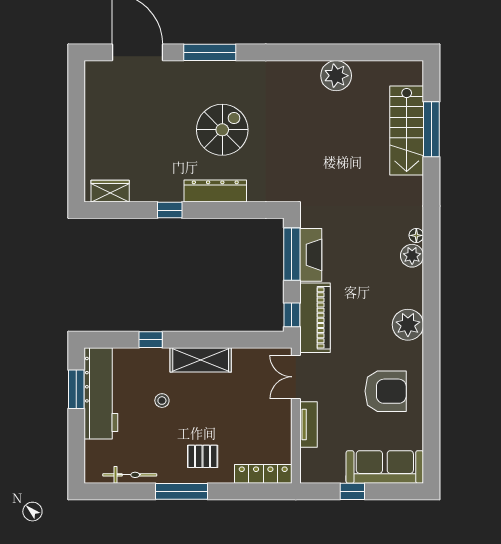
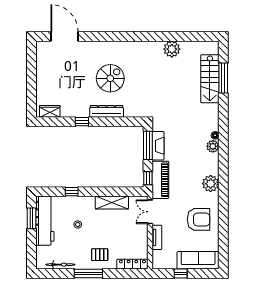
window: (210, 52) -> (104, 36), removed
shelving: (201, 360) -> (112, 203), moved

